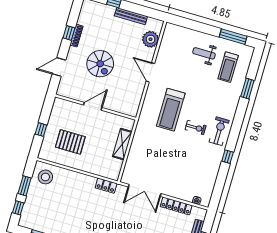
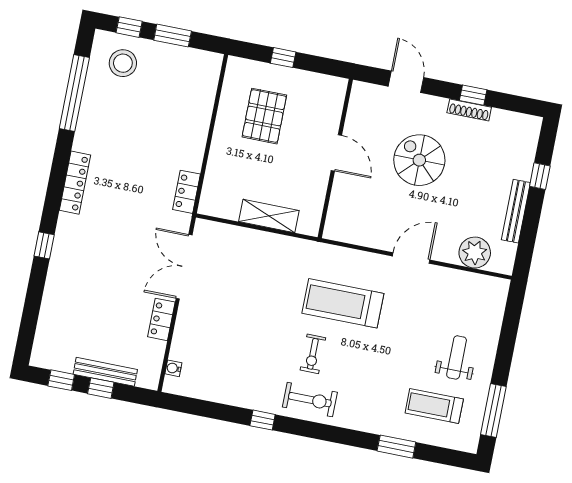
spiral stairs: (100, 64) -> (419, 160), turned 90
stool: (45, 177) -> (123, 63), moved
locker: (176, 206) -> (161, 319), width x0.66

